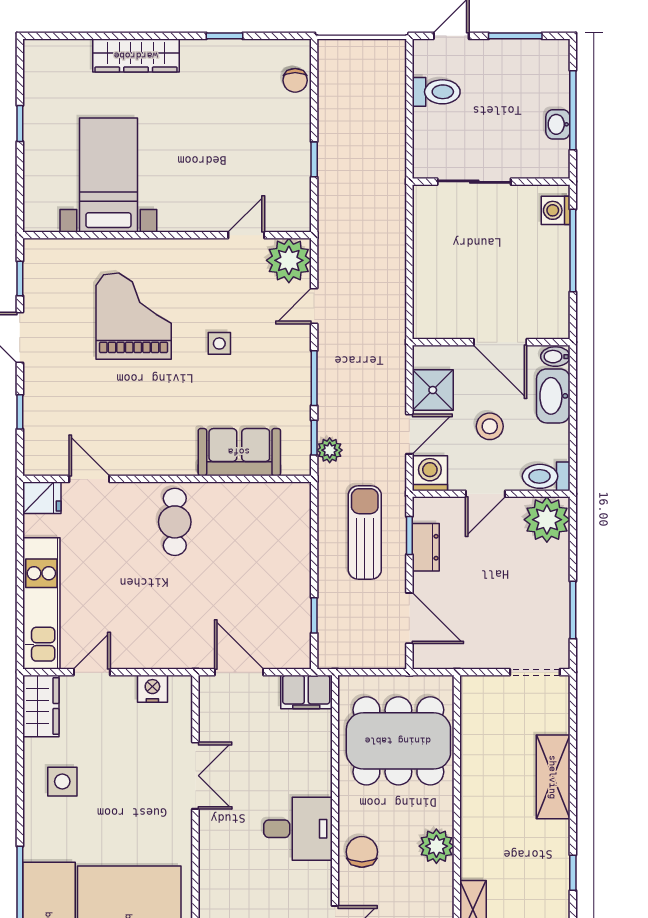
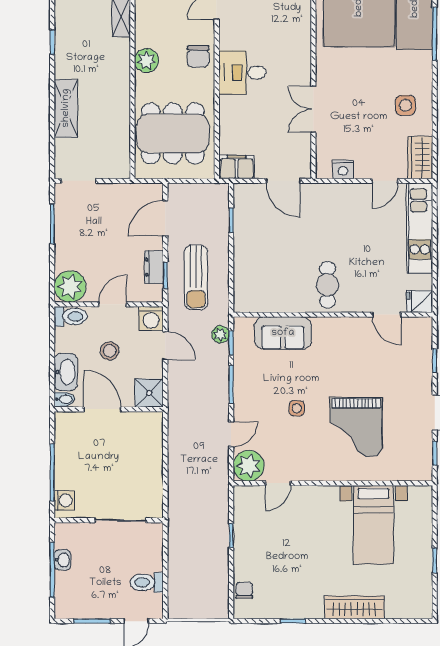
shower: (433, 390) -> (149, 393), moved
door: (409, 434) -> (165, 346), swing flipped
door: (409, 618) -> (165, 218), hinge flipped

